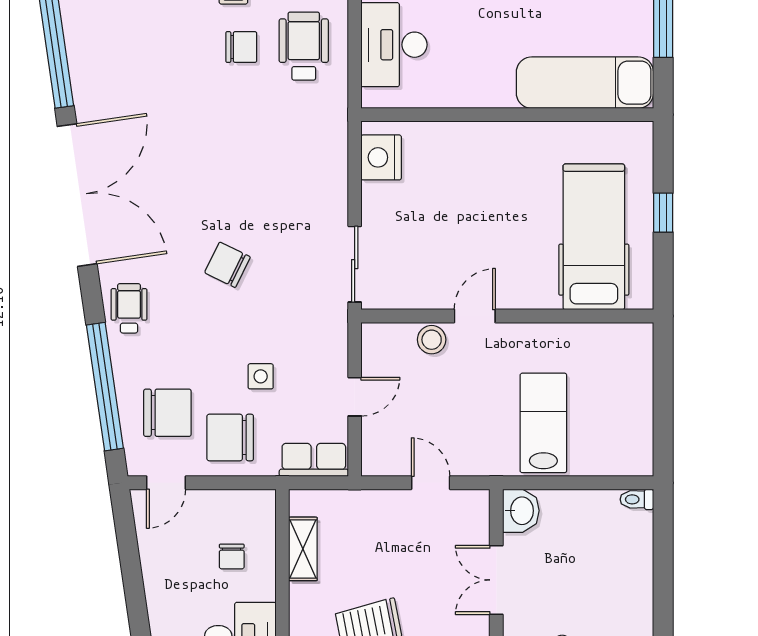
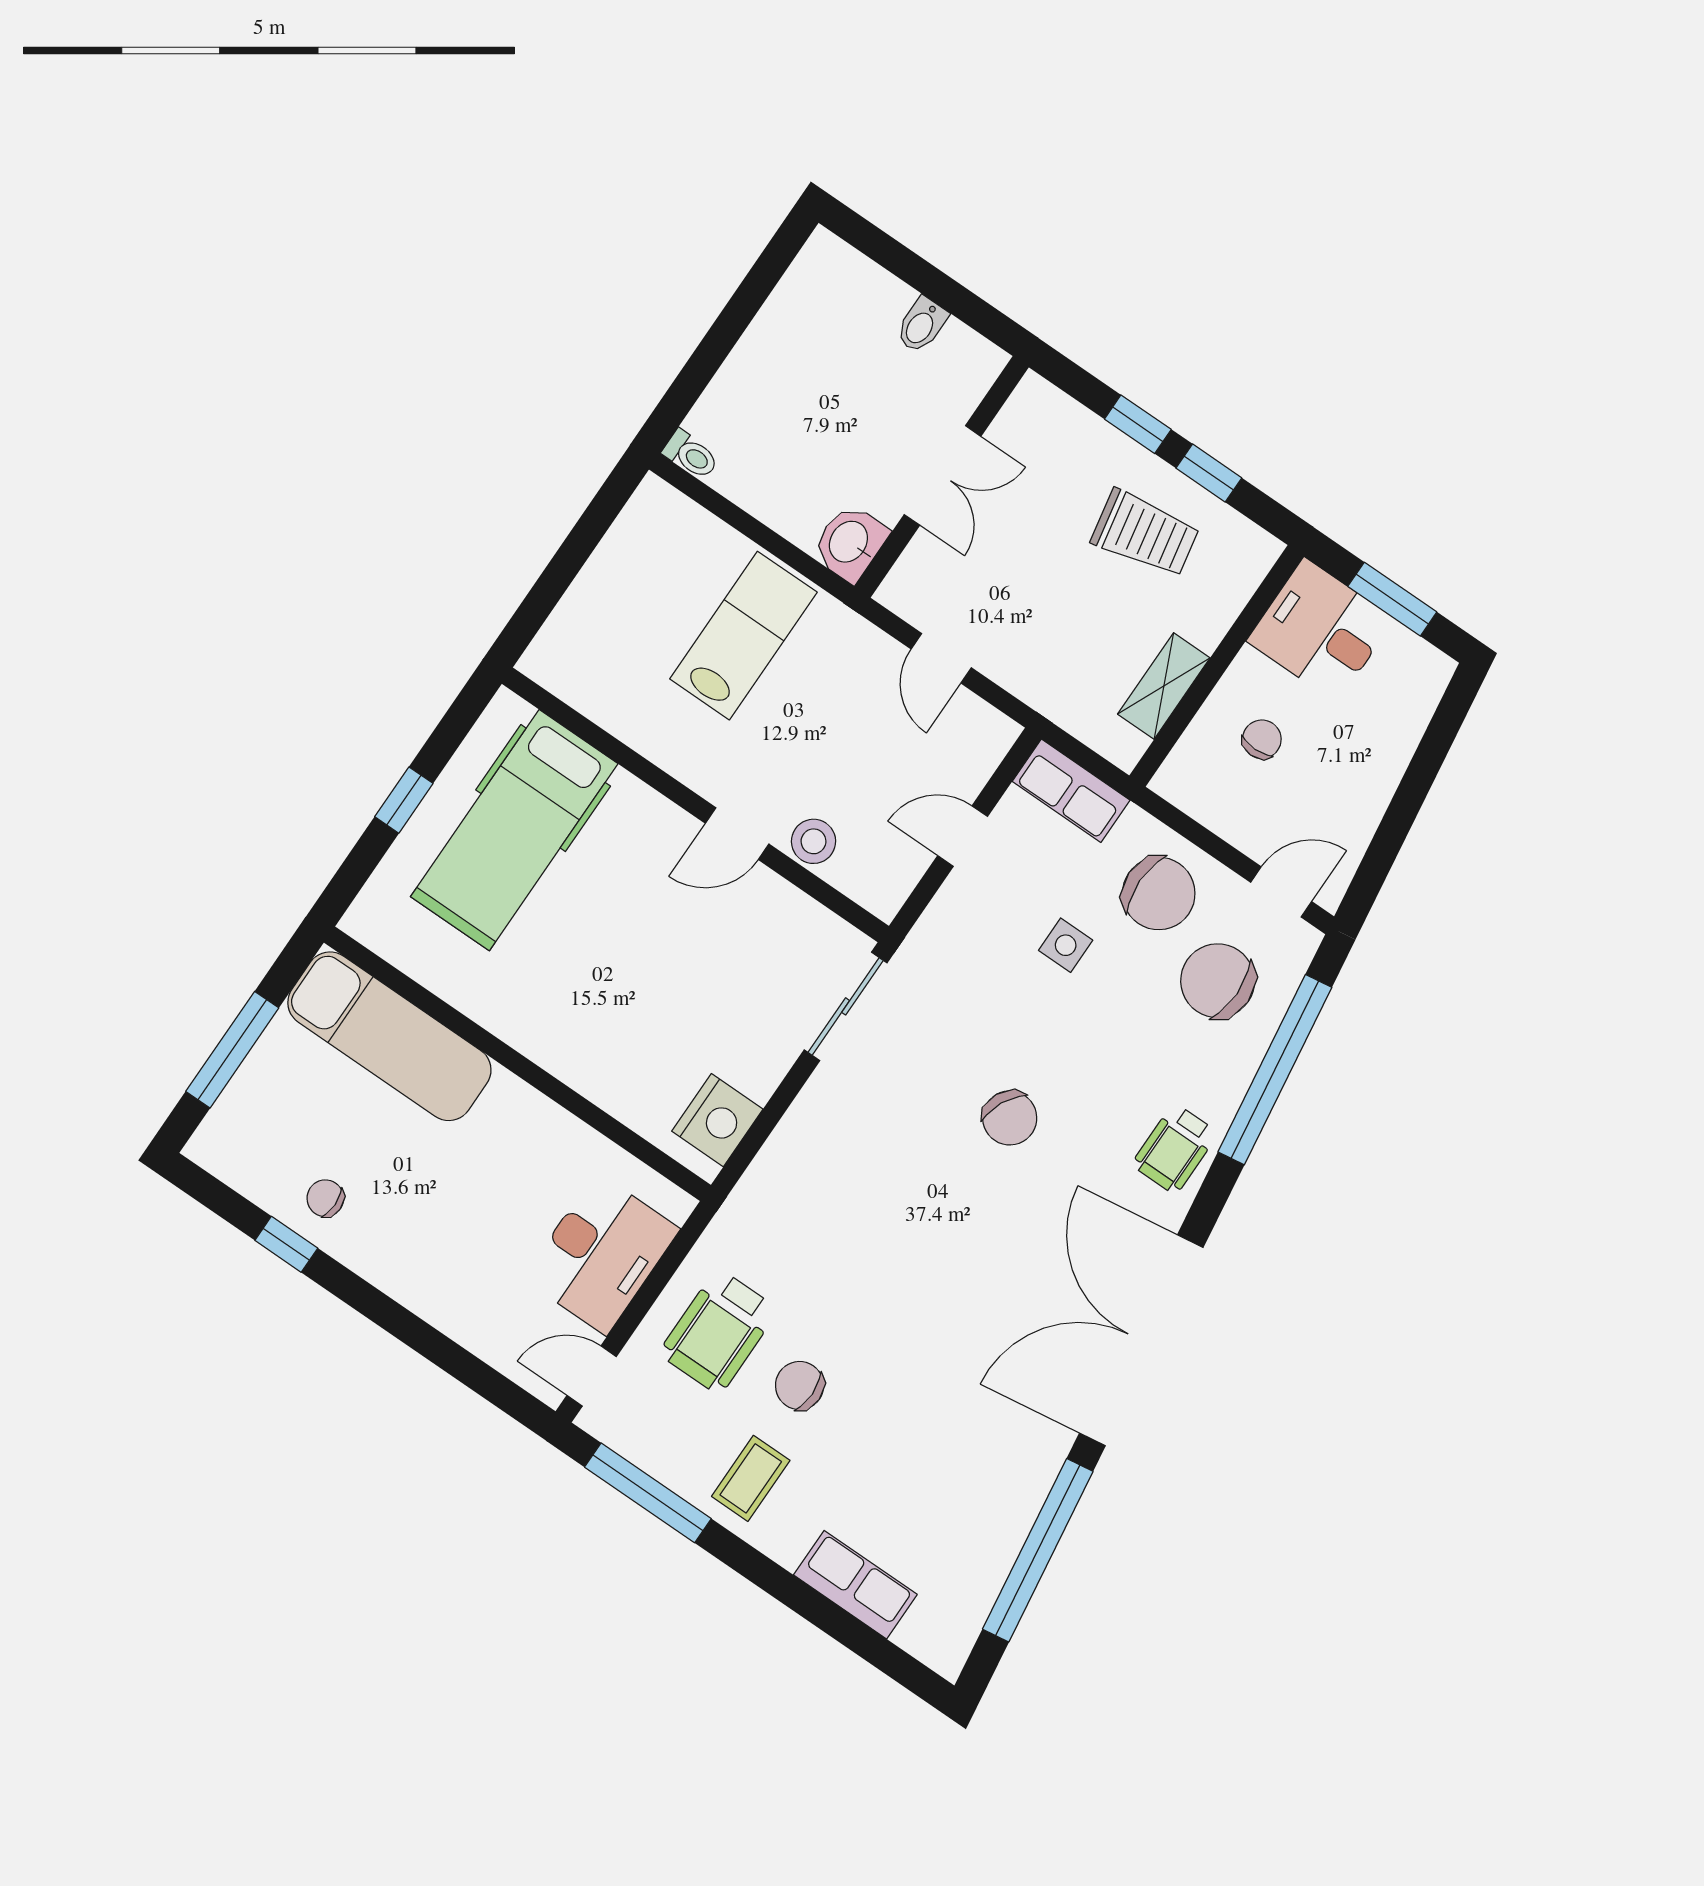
lab bench: (543, 423) -> (743, 636), turned 180

